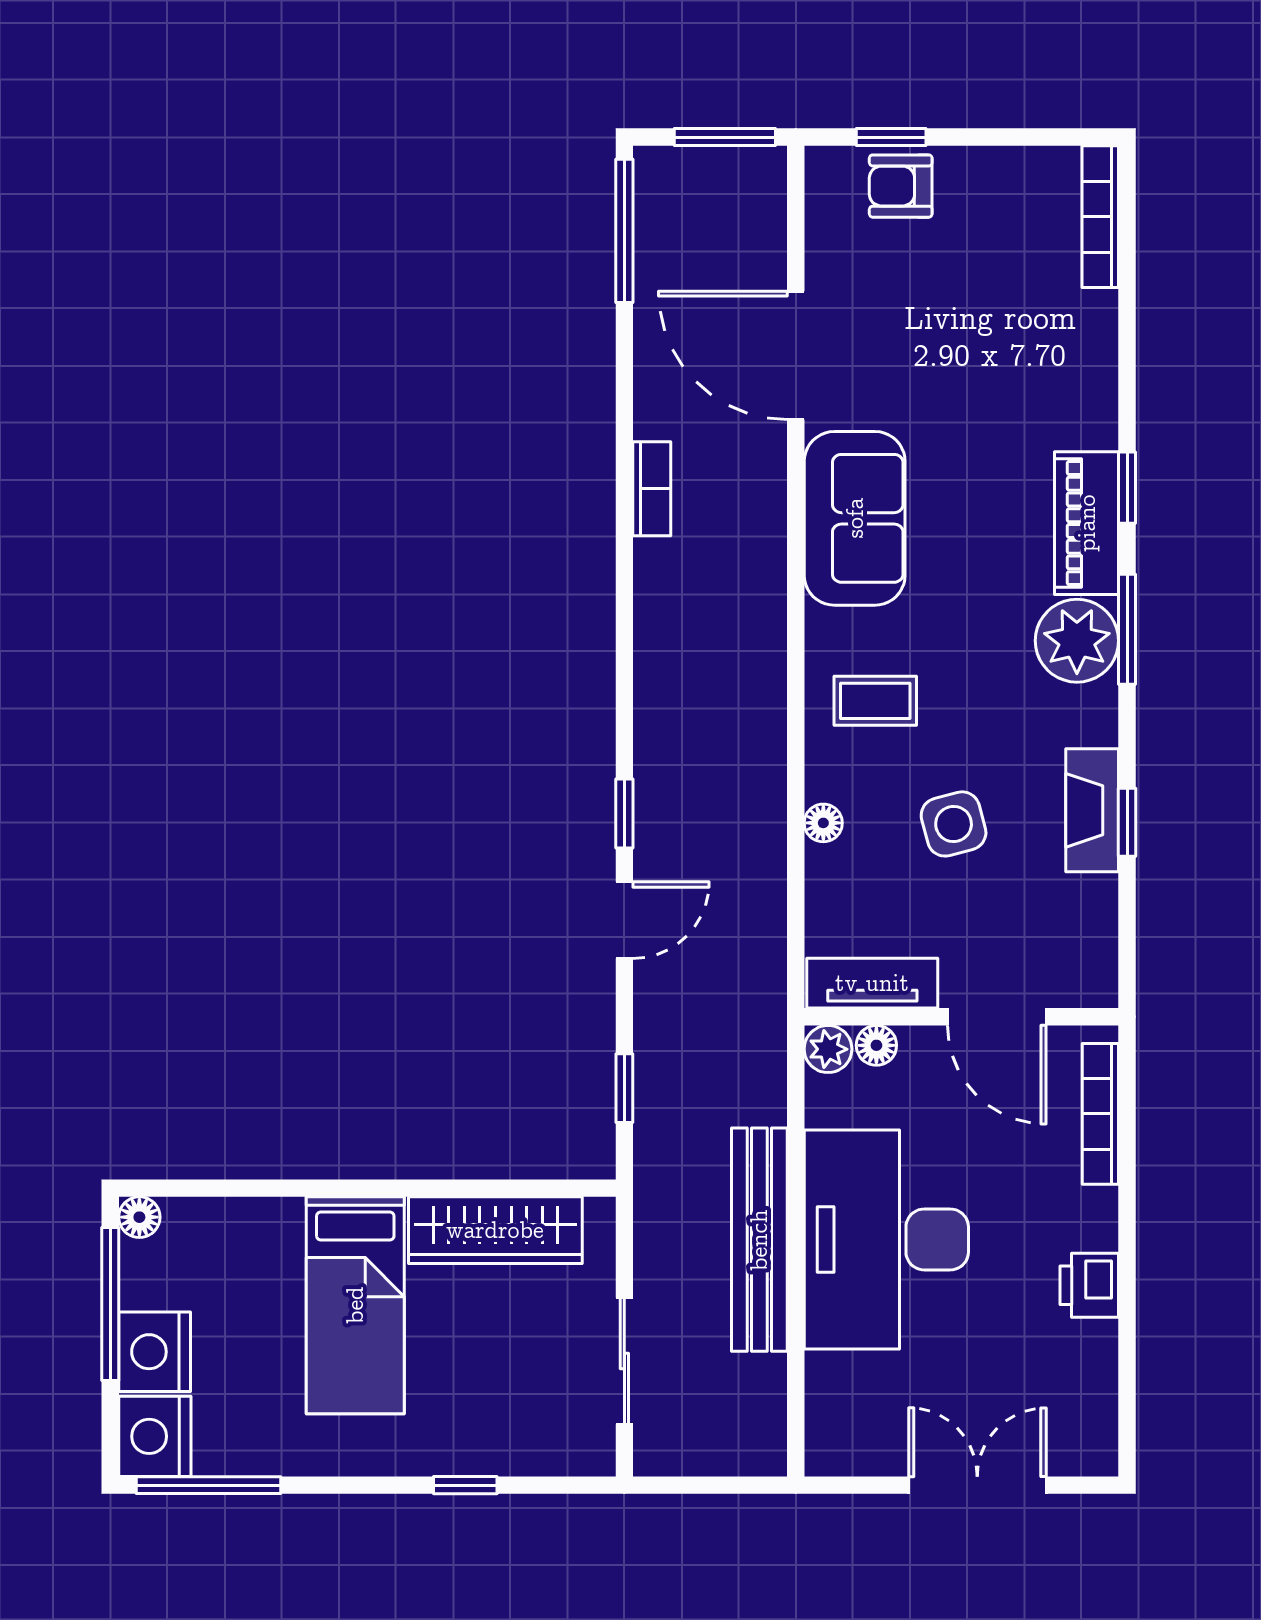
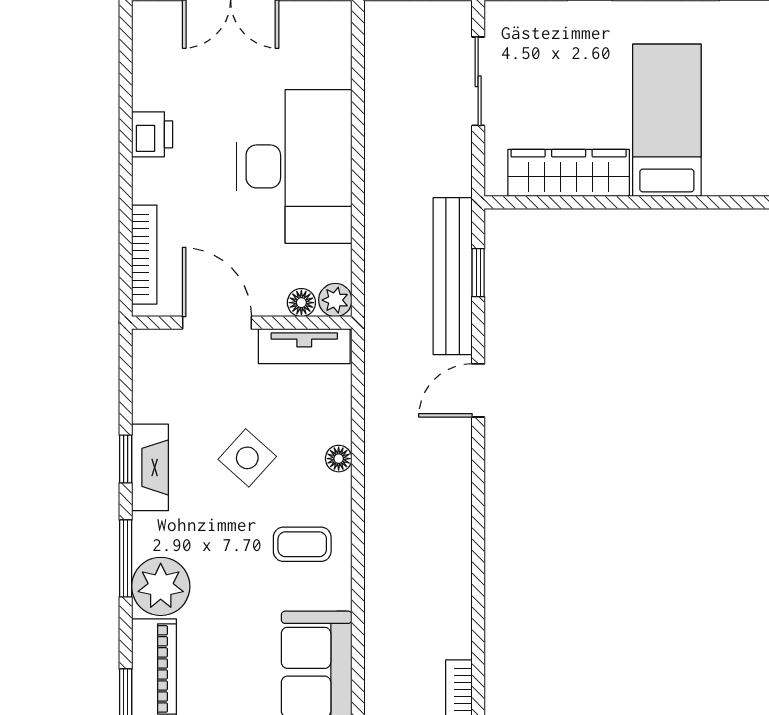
window: (1127, 629) -> (126, 558), moved
window: (624, 813) -> (478, 465), removed
side table: (954, 824) -> (247, 458), turned -33
bench: (759, 1240) -> (453, 276), moved

